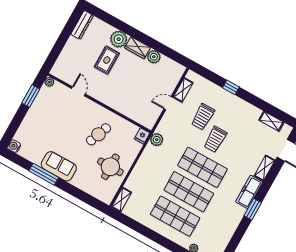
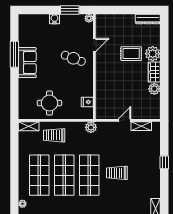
door: (168, 103) -> (124, 120), hinge flipped
trolley: (203, 117) -> (54, 135), moved
cafe table: (98, 134) -> (73, 58), moved
fridge: (142, 136) -> (87, 102), moved
water cooler: (14, 146) -> (54, 19), moved

